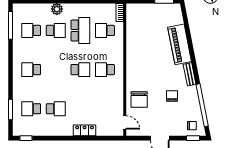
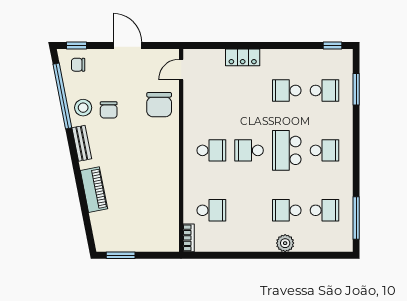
school desk: (80, 30) -> (287, 150), moved
piano: (180, 44) -> (94, 190), width x0.73, depth x0.75
stool: (189, 98) -> (83, 108), added
chair: (139, 100) -> (159, 105), turned 180
door: (125, 122) -> (181, 70), hinge flipped

